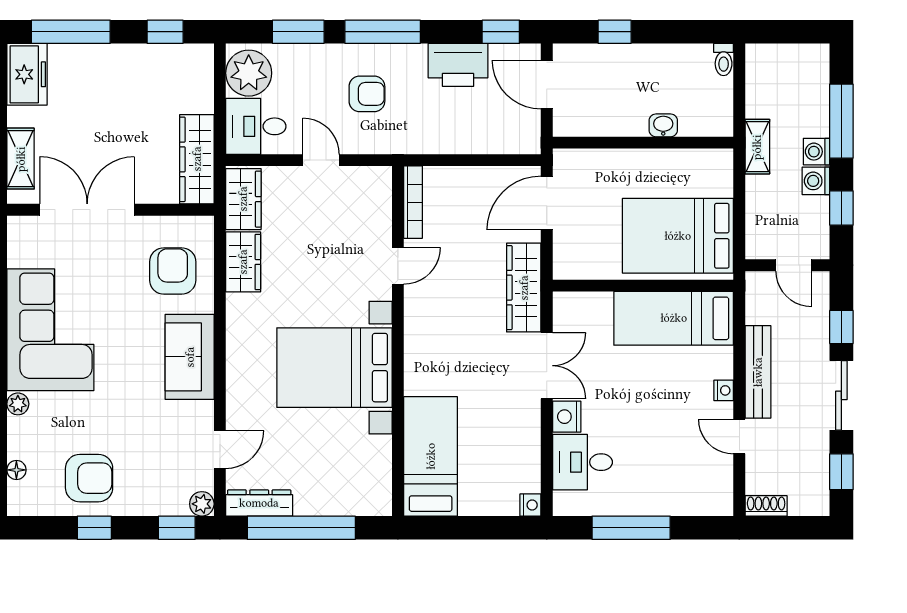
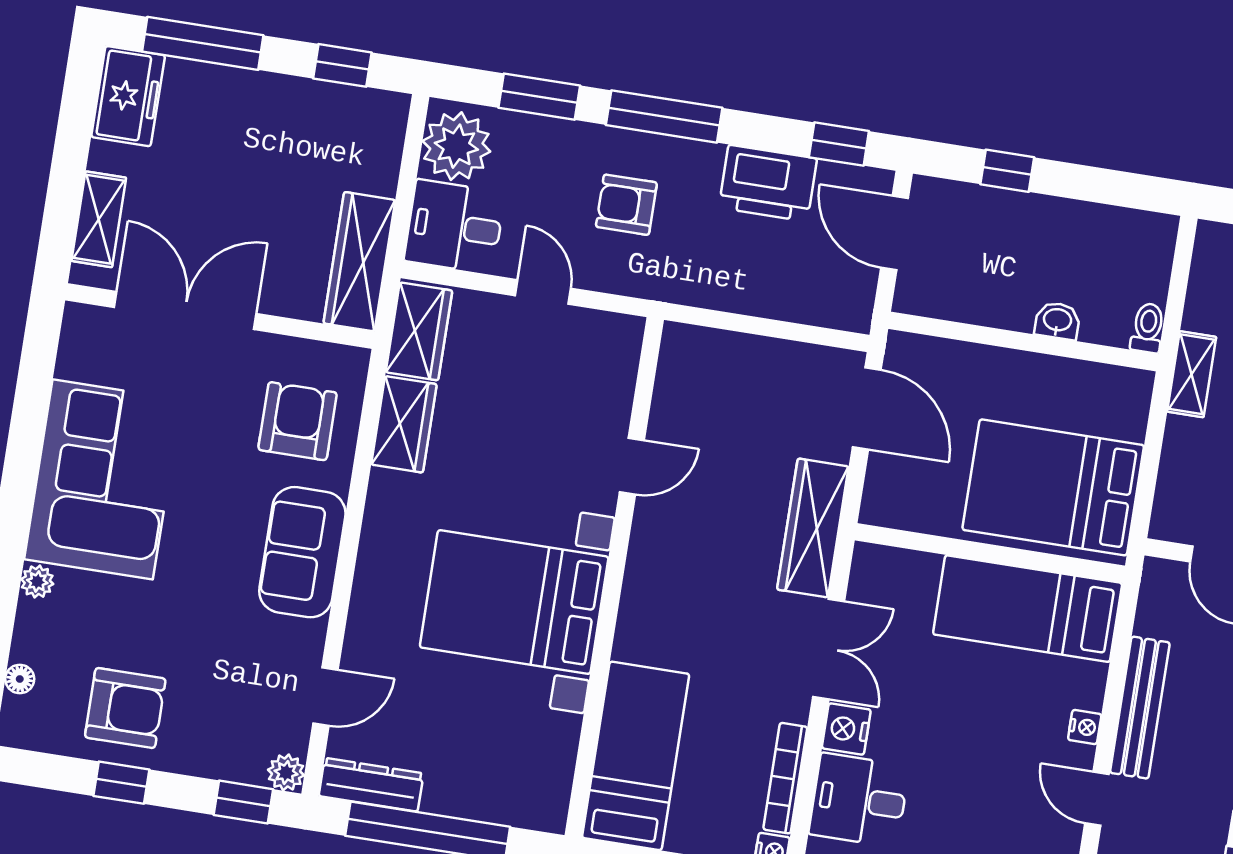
toilet: (724, 60) -> (1148, 328), moved, turned 180
armchair: (367, 94) -> (626, 205), turned 180
bookcase: (413, 202) -> (785, 778), moved, turned 180
door: (547, 203) -> (867, 408), swing flipped

